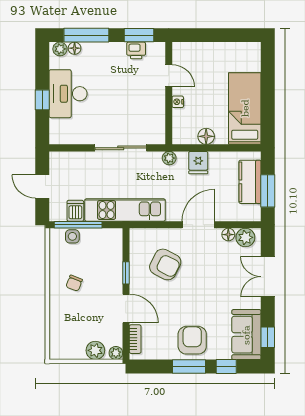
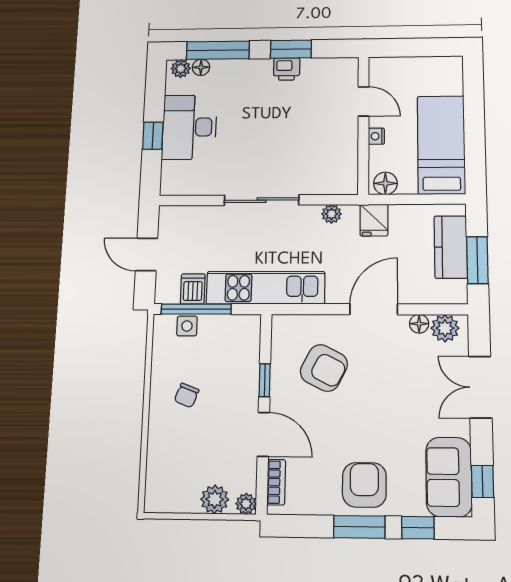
door: (169, 76) -> (364, 102), moved
wall: (169, 93) -> (363, 125), moved
nightstand: (178, 102) -> (376, 136), moved

